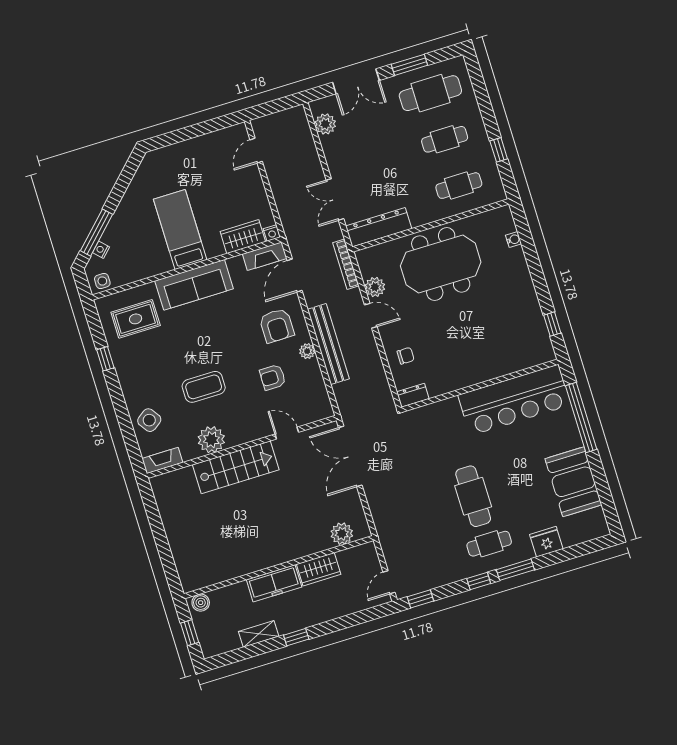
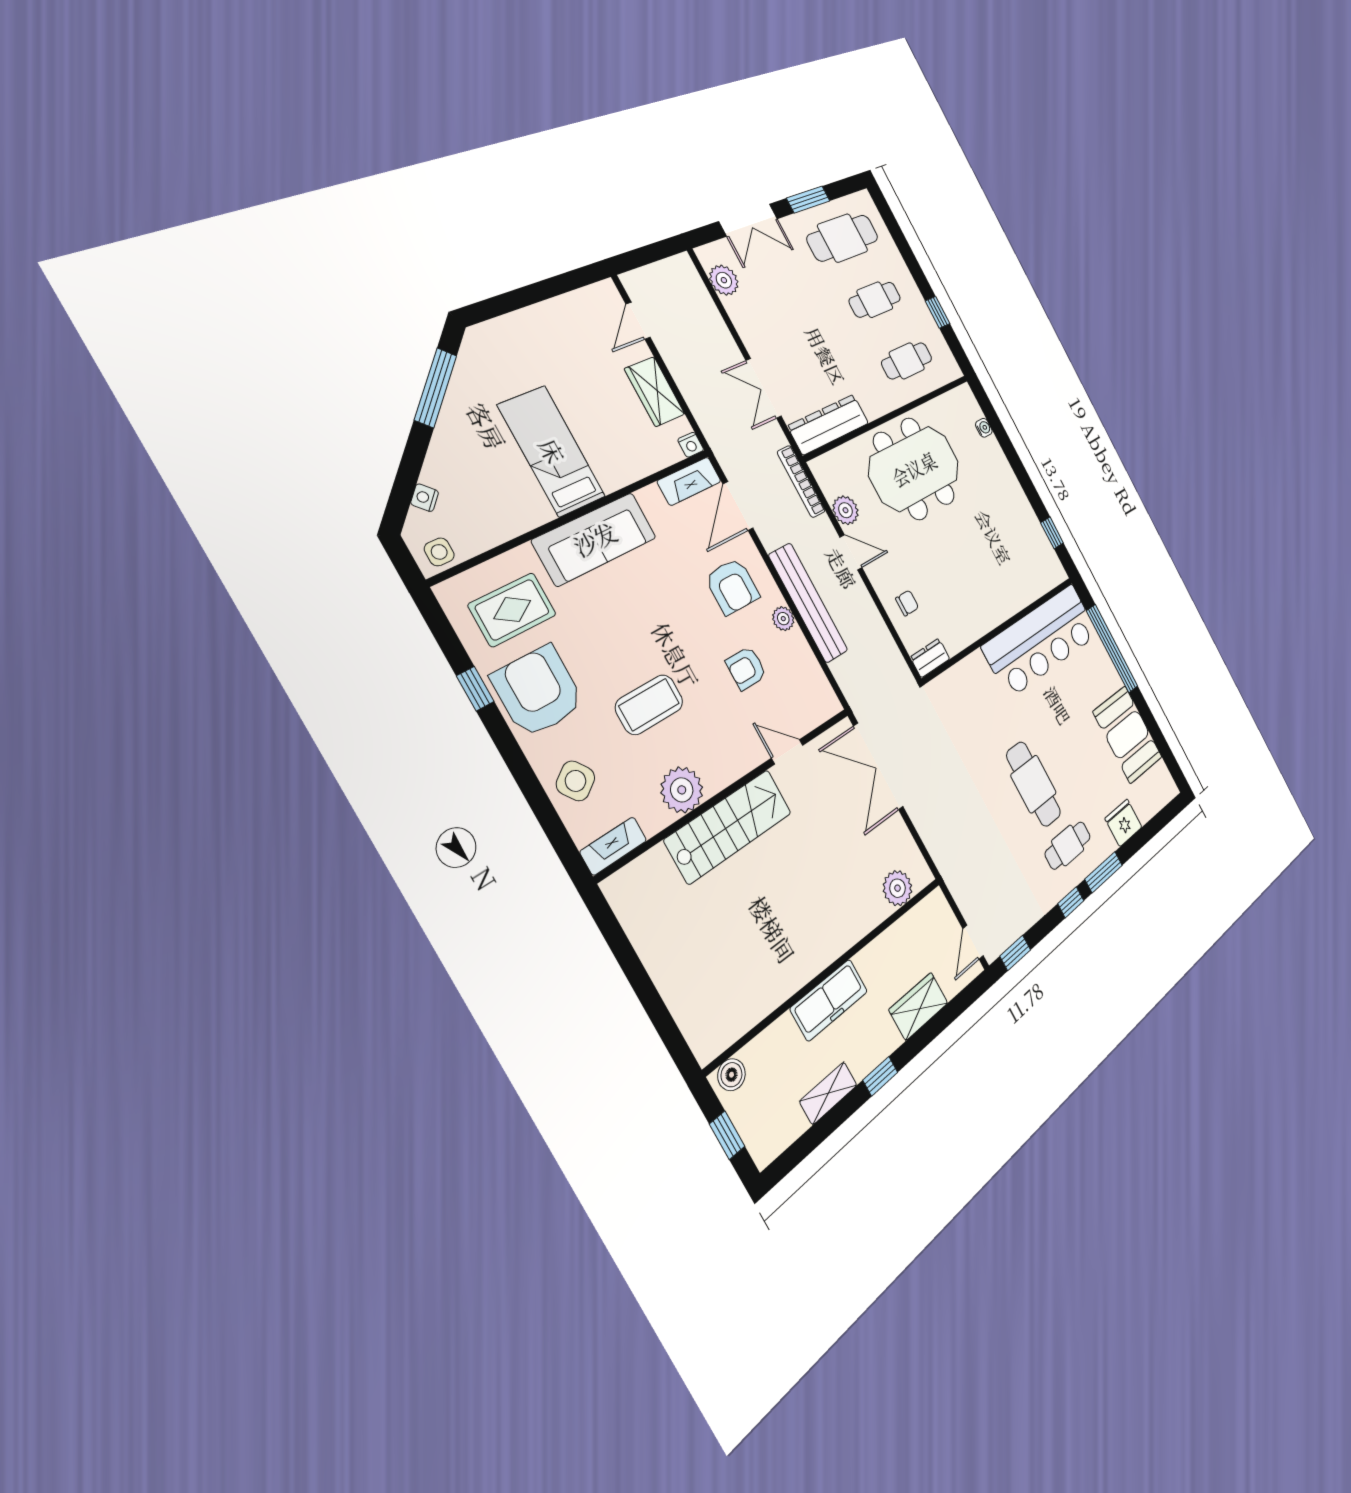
window: (96, 233) -> (435, 388), moved
wardrobe: (243, 237) -> (655, 392), moved, turned -90
armchair: (140, 367) -> (538, 691), added
wardrobe: (319, 569) -> (919, 1006), moved, turned 180

